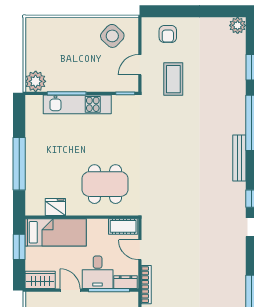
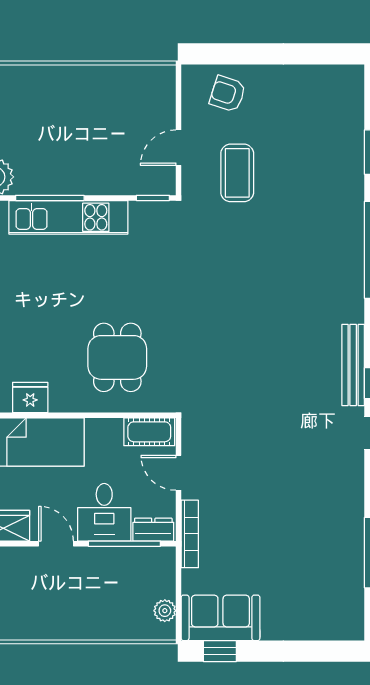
plant: (238, 25) -> (350, 79), removed
armchair: (168, 34) -> (228, 94), turned 108
side table: (112, 36) -> (130, 97), removed
bench: (239, 158) -> (353, 365), moved
dining table: (105, 184) -> (117, 357), width x0.73

